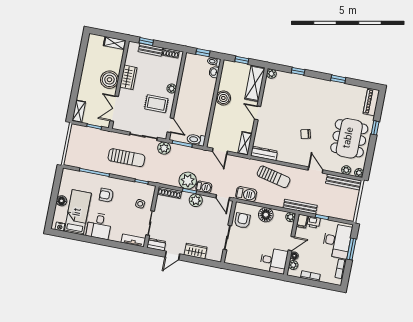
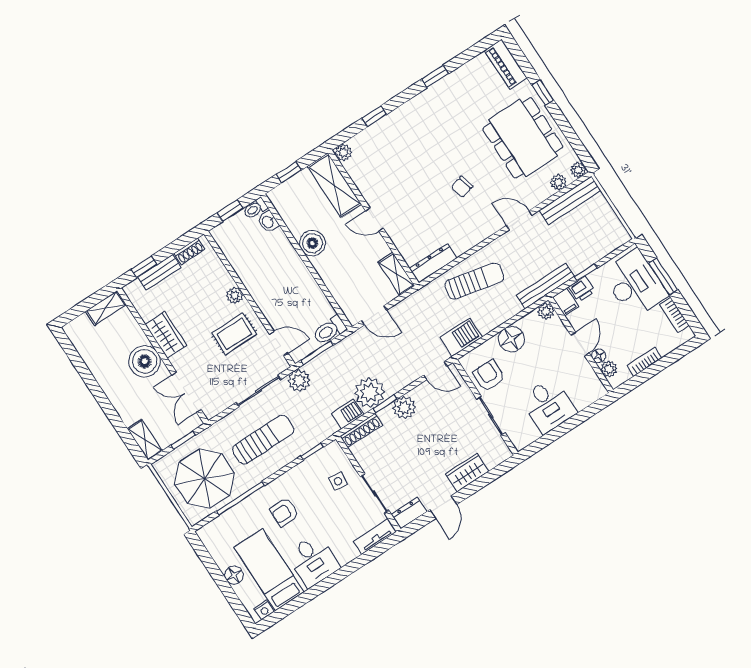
parasol: (88, 150) -> (205, 479), added
barbecue: (204, 187) -> (348, 414), moved
desk: (274, 261) -> (549, 405), moved, turned 90

